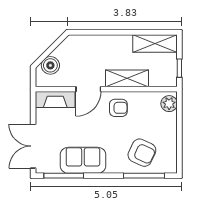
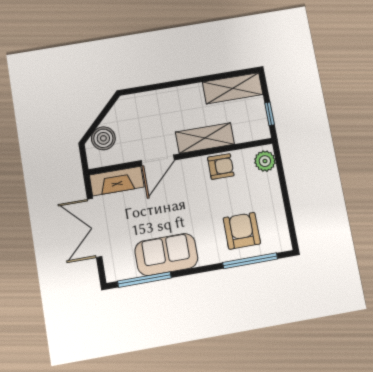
armchair: (118, 108) -> (221, 166), moved
double door: (33, 146) -> (95, 228), moved
armchair: (142, 153) -> (242, 231), turned -115

